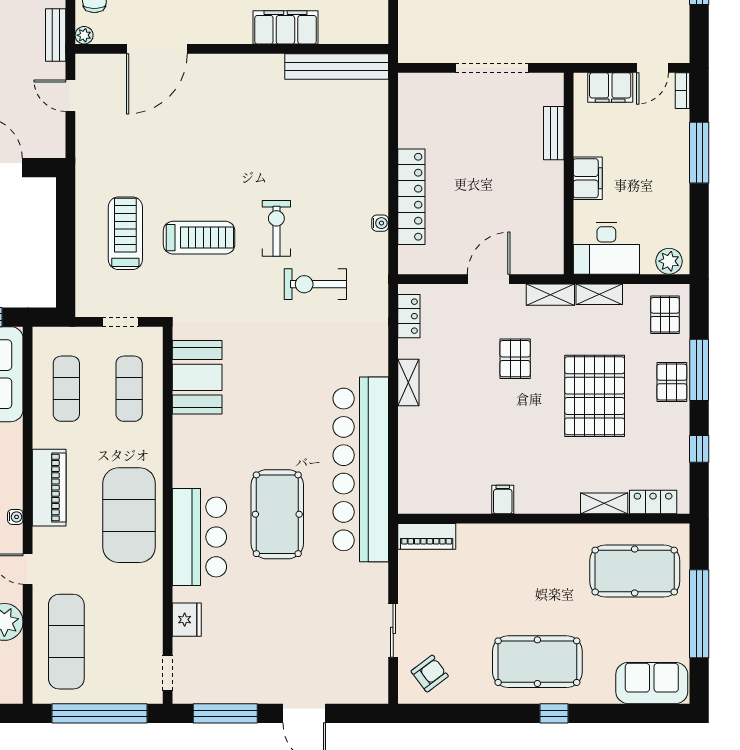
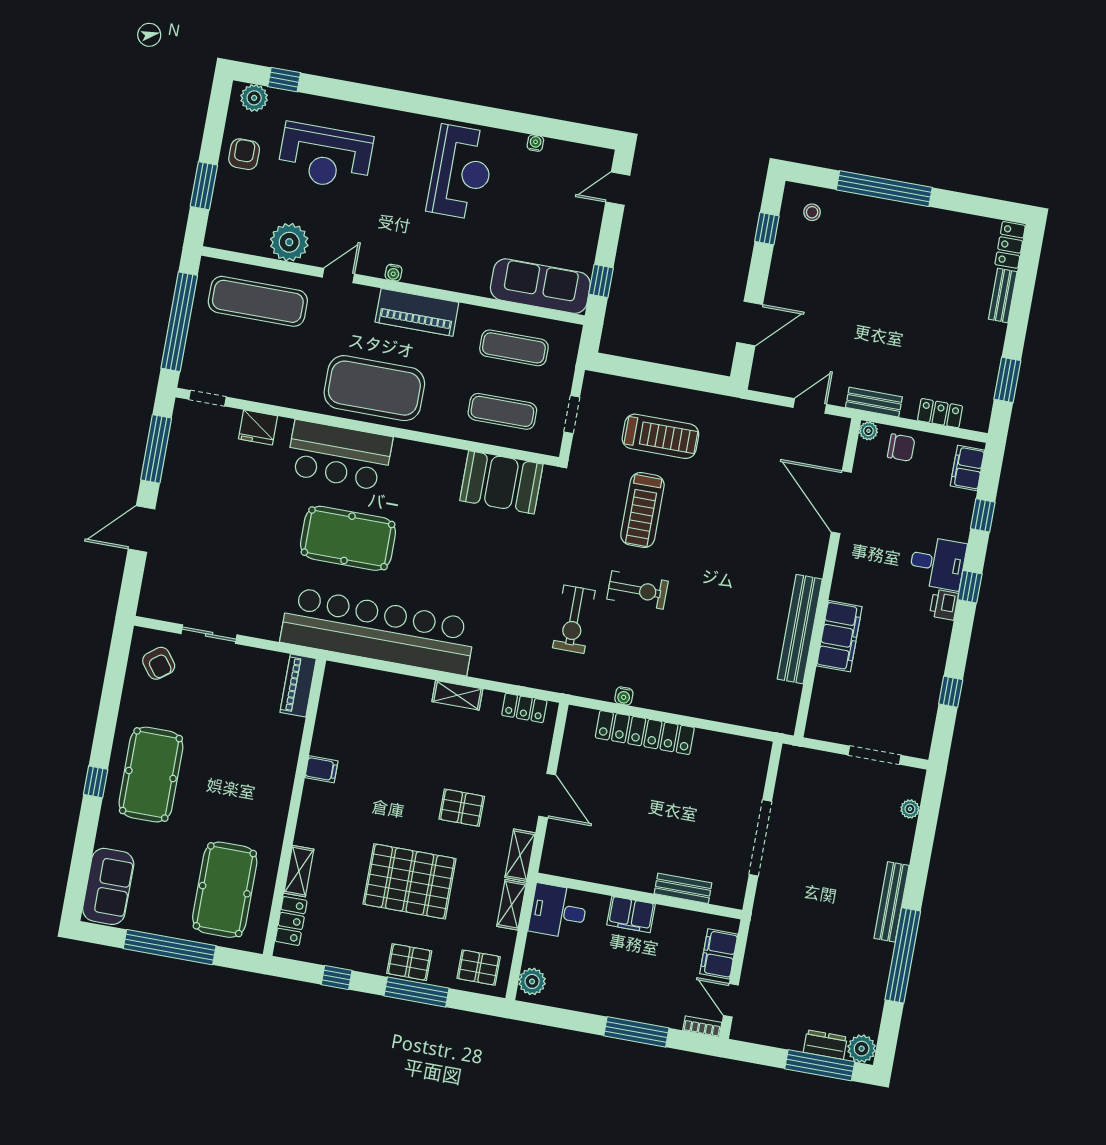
bench: (337, 67) -> (800, 629), moved
desk: (606, 248) -> (558, 911), width x0.73
exercise bike: (315, 284) -> (574, 619), turned 180

